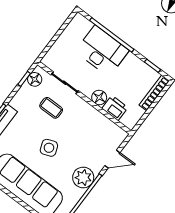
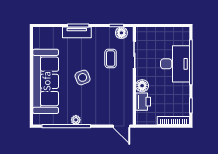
door: (112, 159) -> (122, 126), moved
plant: (83, 178) -> (76, 120), width x0.53, depth x0.53

